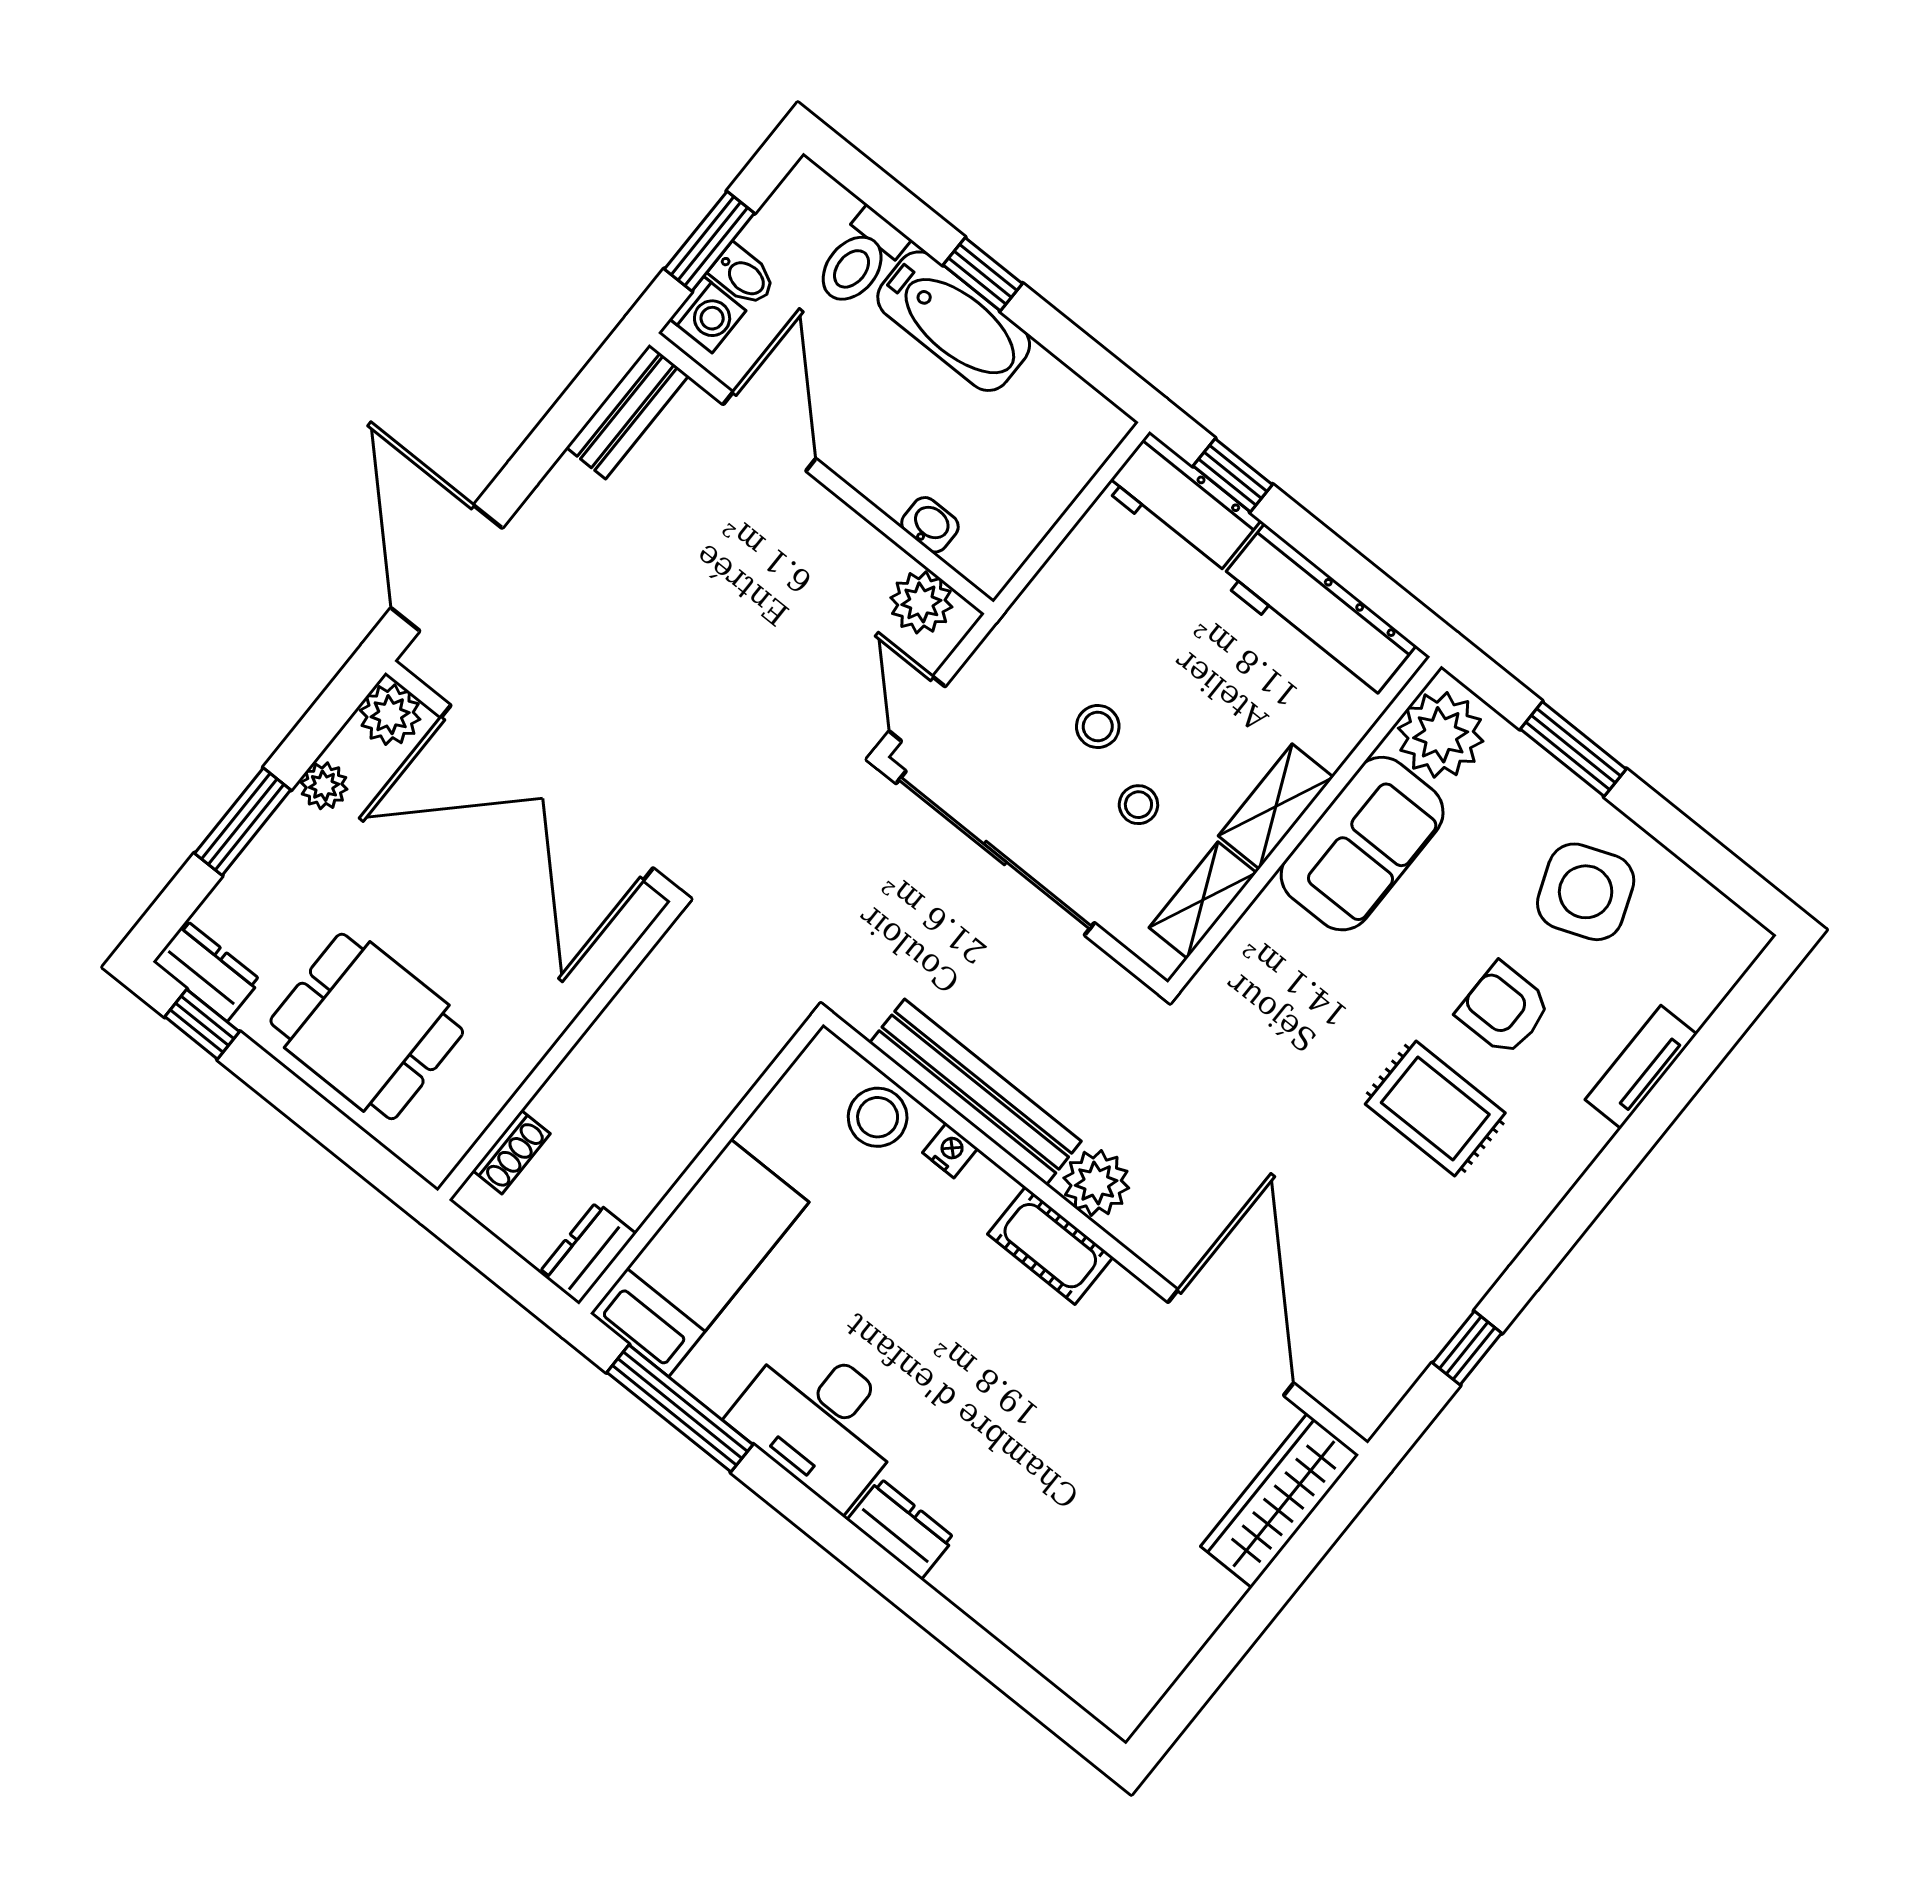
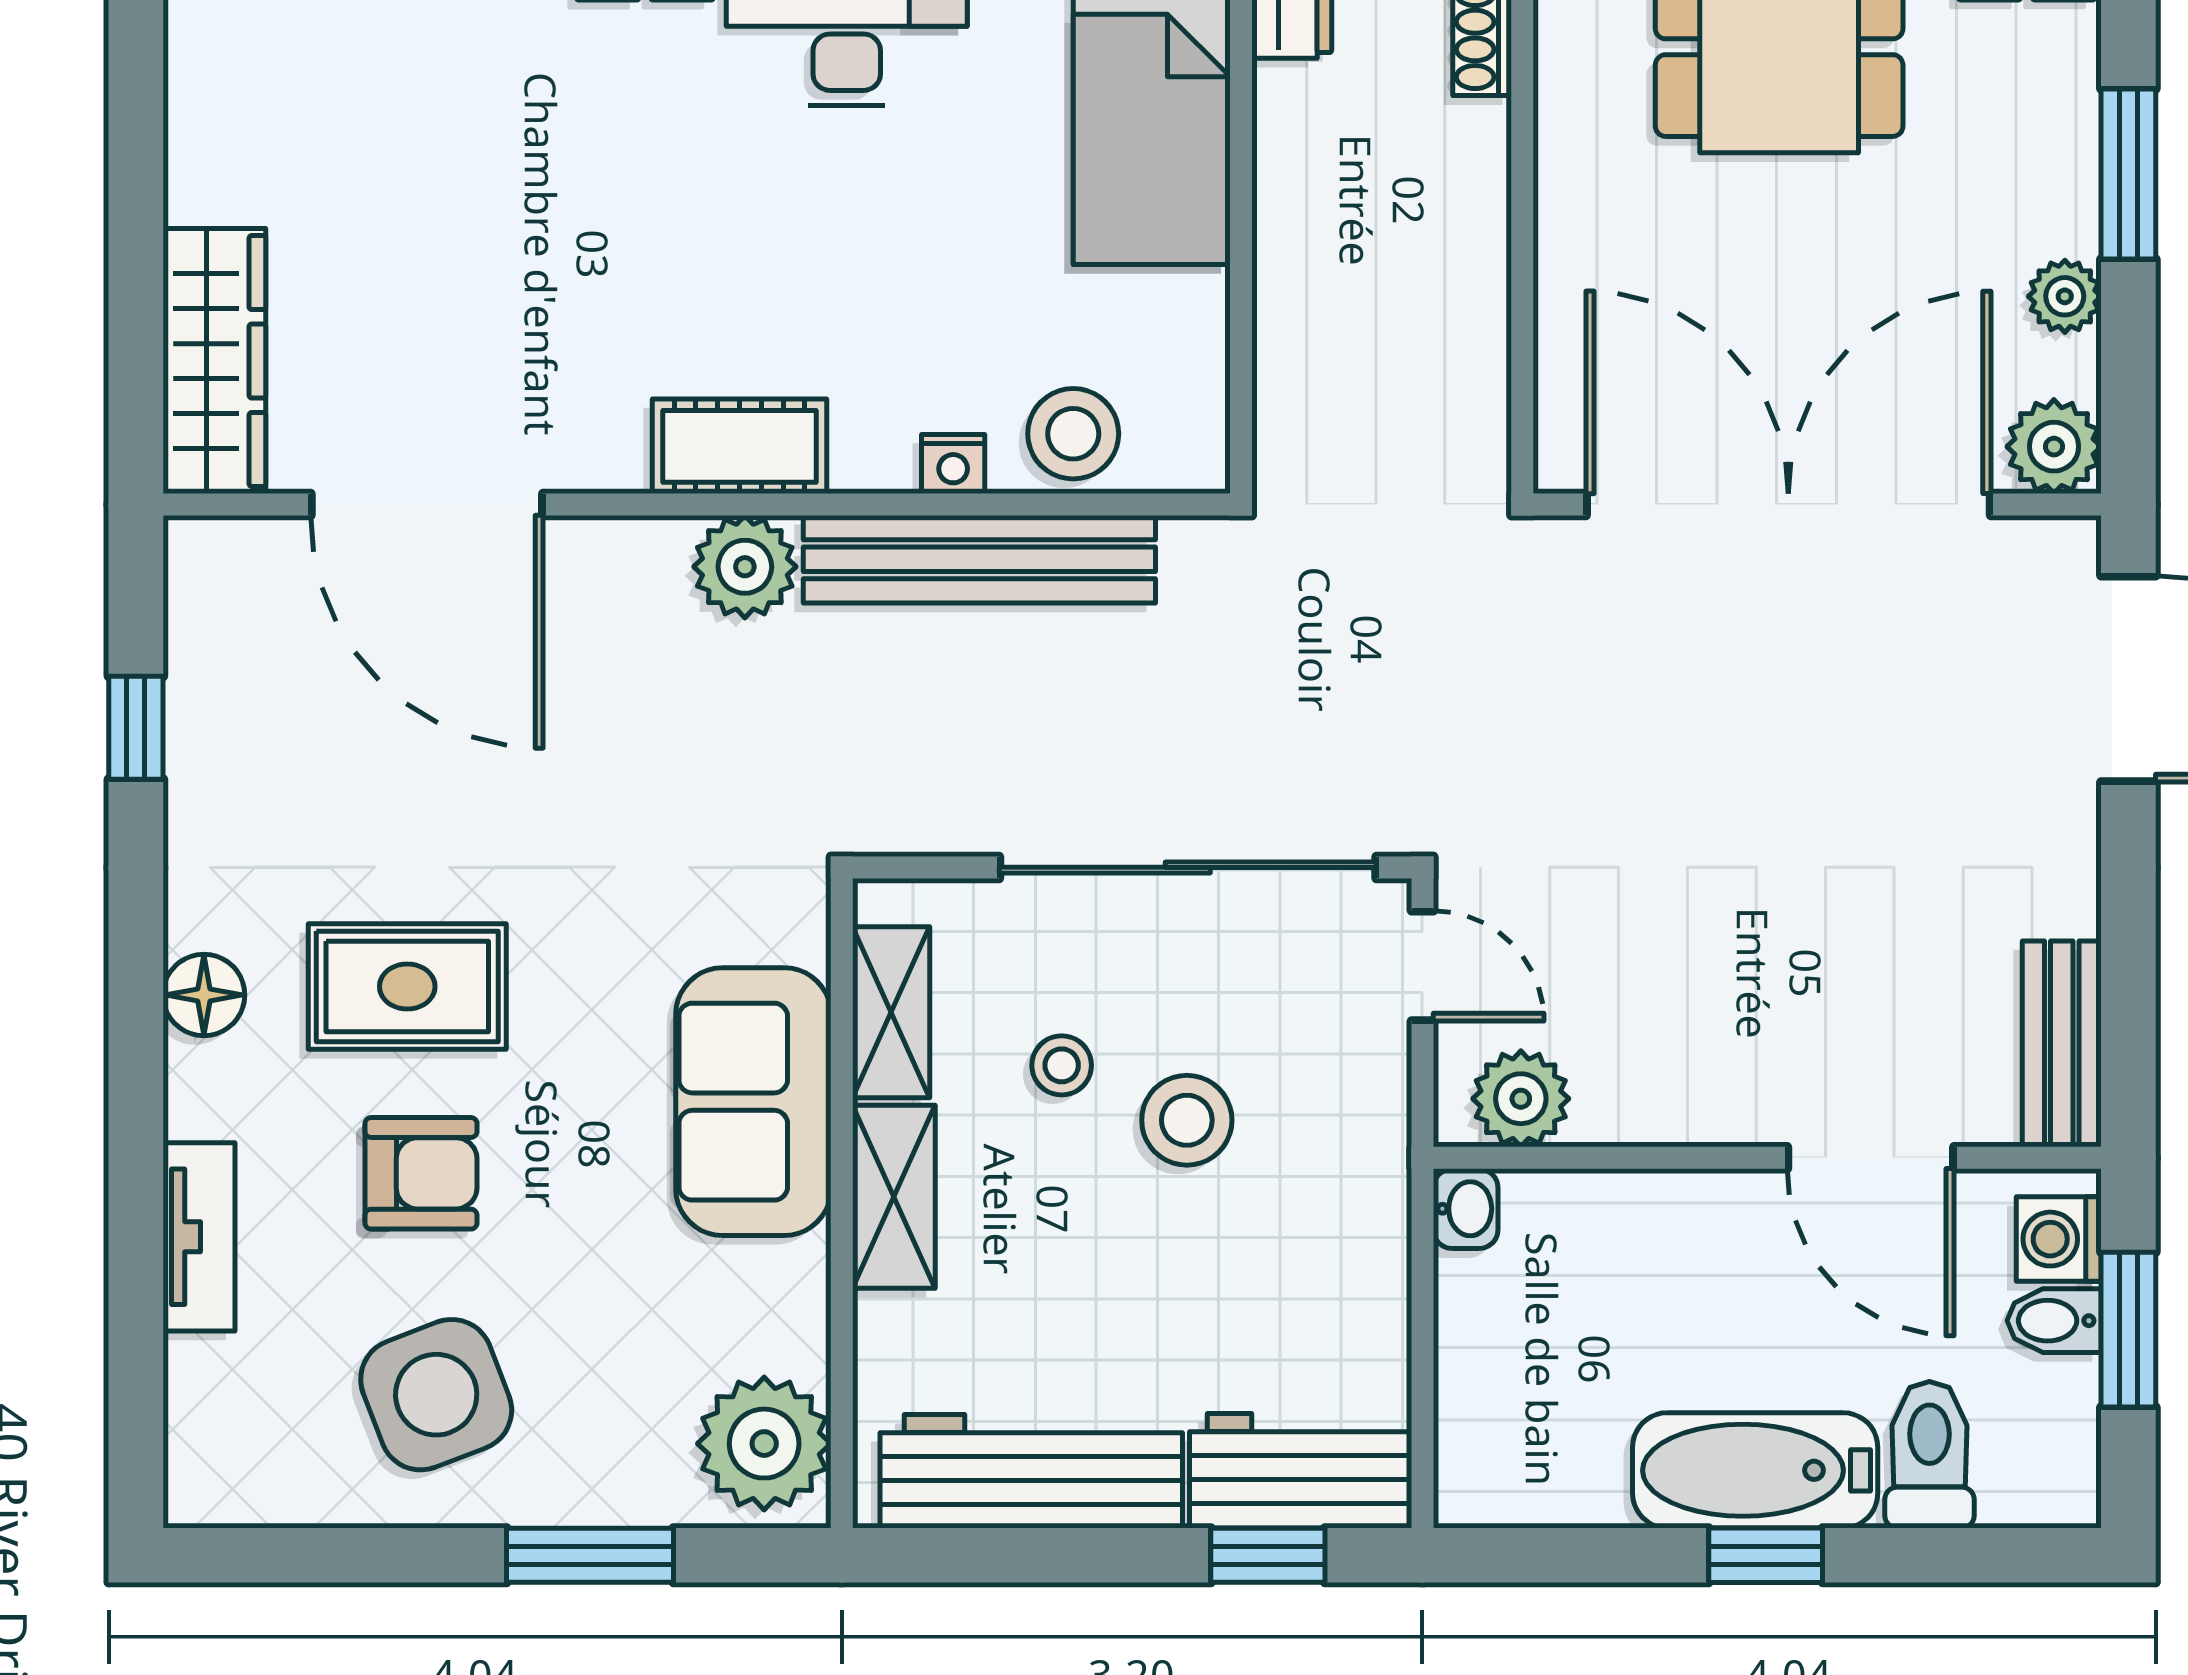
washbasin: (930, 525) -> (1466, 1209), moved, turned -90
stool: (1098, 727) -> (1187, 1120), width x1.37, depth x1.37
sofa: (1362, 844) -> (753, 1102), moved
floor lamp: (1541, 1186) -> (204, 995), added

